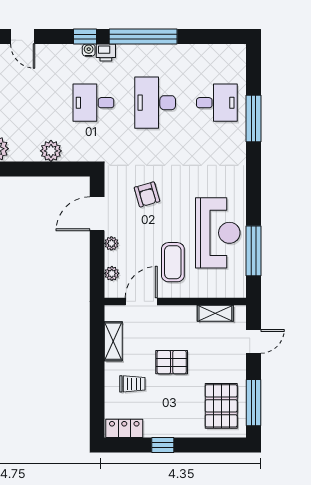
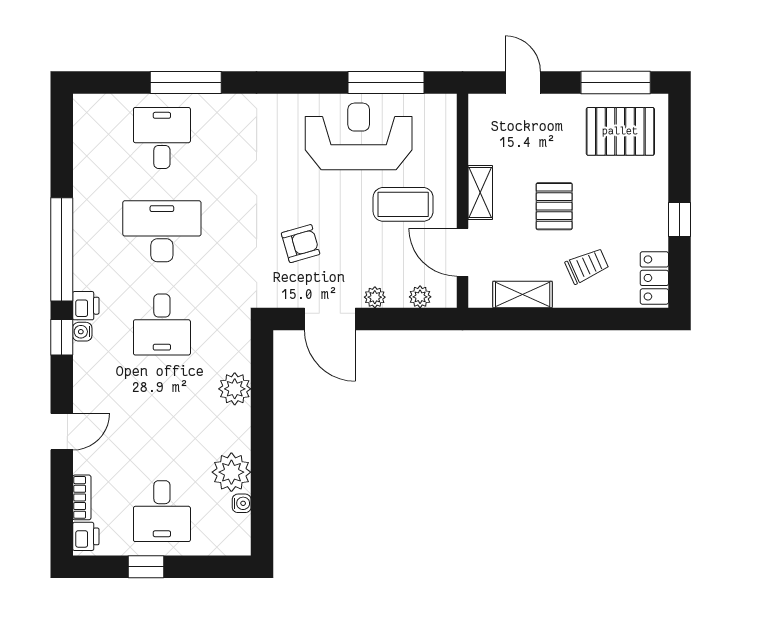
desk: (155, 103) -> (162, 231), turned 180
shelving: (215, 313) -> (480, 193), moved
trolley: (132, 384) -> (587, 266), turned 66

